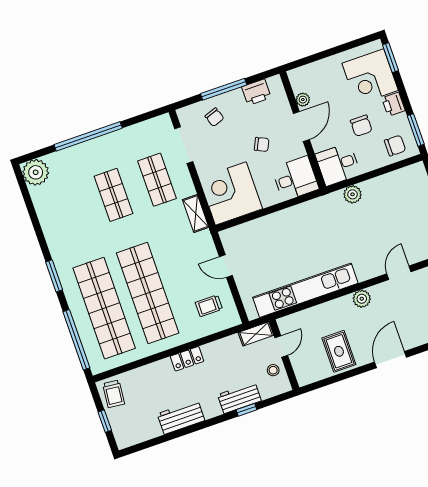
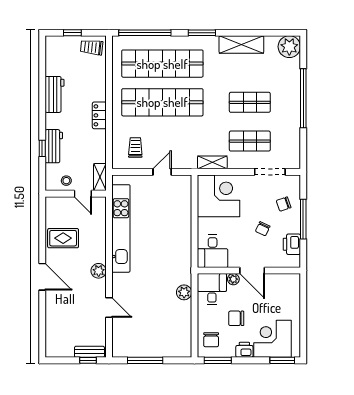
plant: (303, 100) -> (233, 279), moved
chair: (262, 144) -> (263, 229), moved
shelving: (52, 227) -> (241, 44), added

